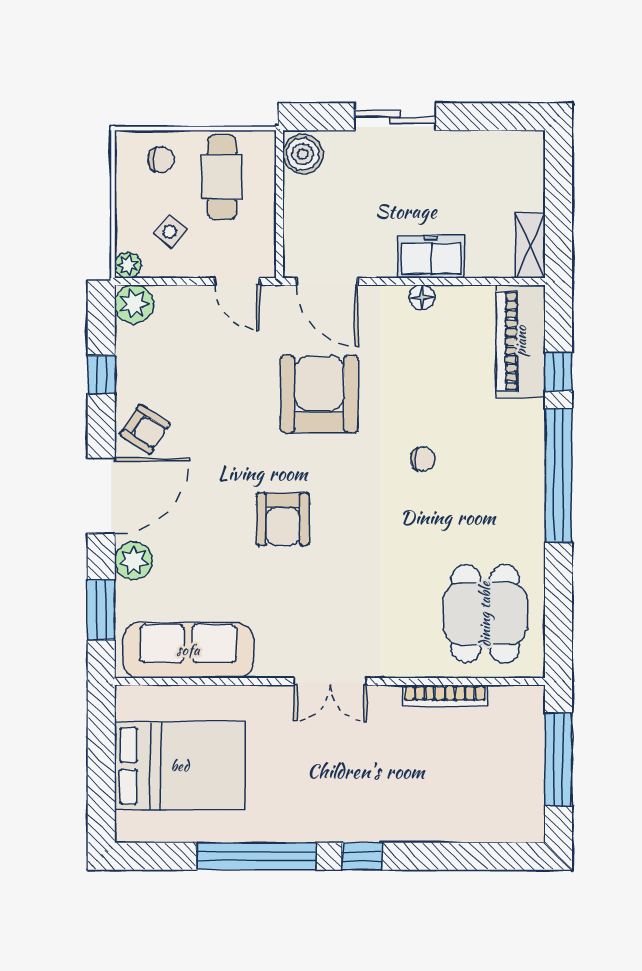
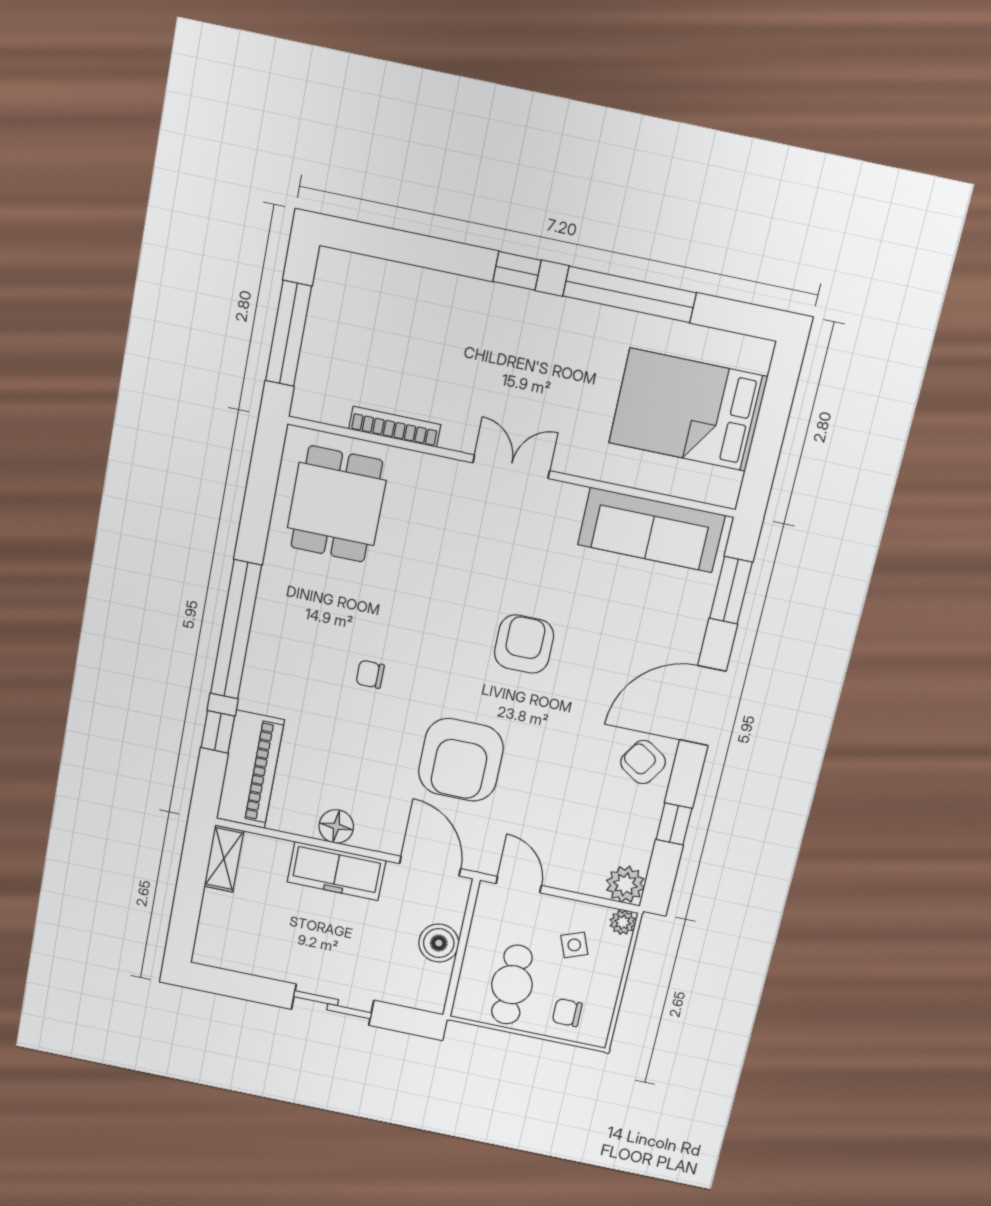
boiler: (303, 154) -> (439, 943), moved
side table: (170, 232) -> (574, 945), turned 30
freezer: (431, 257) -> (336, 871), width x1.40
floor lamp: (422, 297) -> (336, 826), width x1.37, depth x1.37
plant: (134, 561) -> (686, 633), removed

